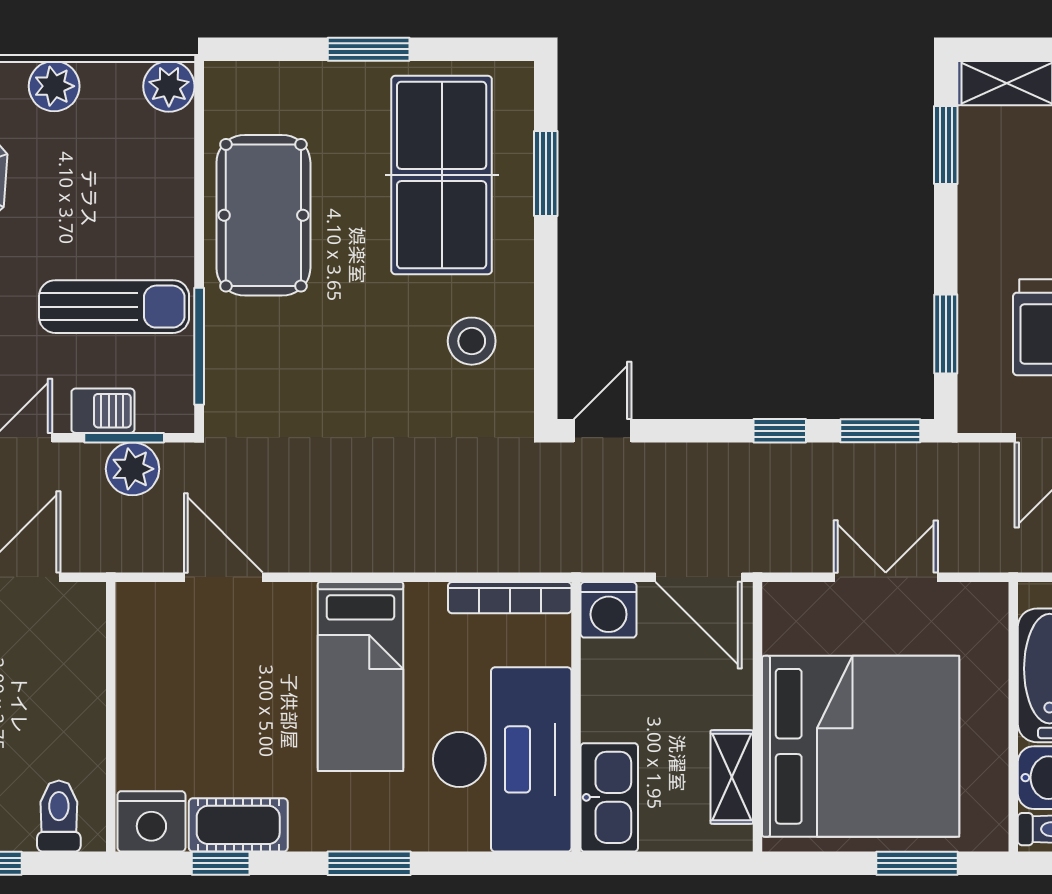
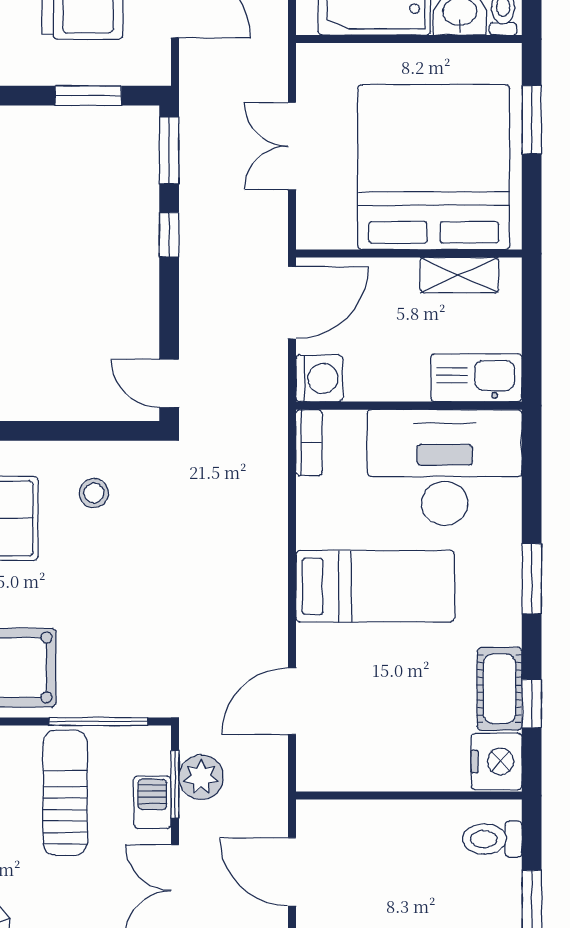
stool: (472, 341) -> (94, 493), width x0.73, depth x0.73
bookcase: (510, 598) -> (309, 443), width x0.64

